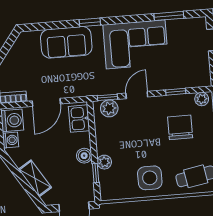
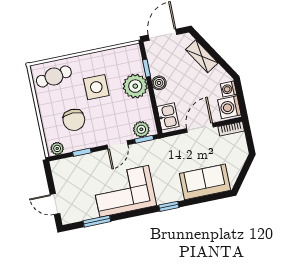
sofa: (66, 42) -> (205, 182), moved
plant: (104, 162) -> (135, 86), width x1.87, depth x1.87
side table: (150, 178) -> (96, 87), moved

